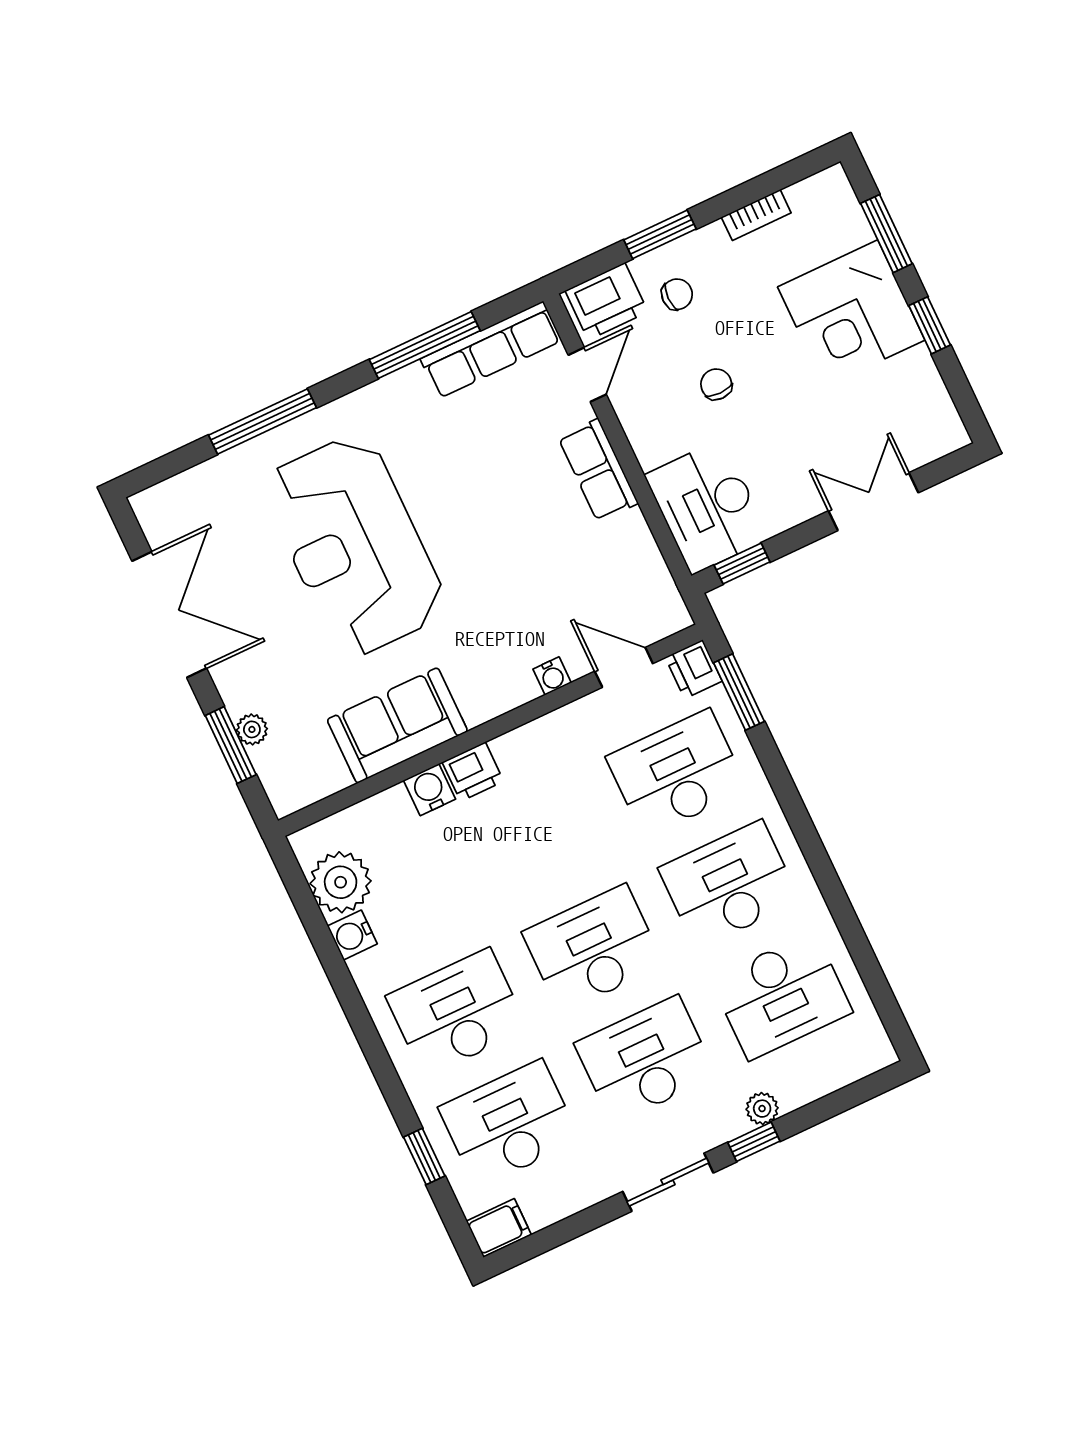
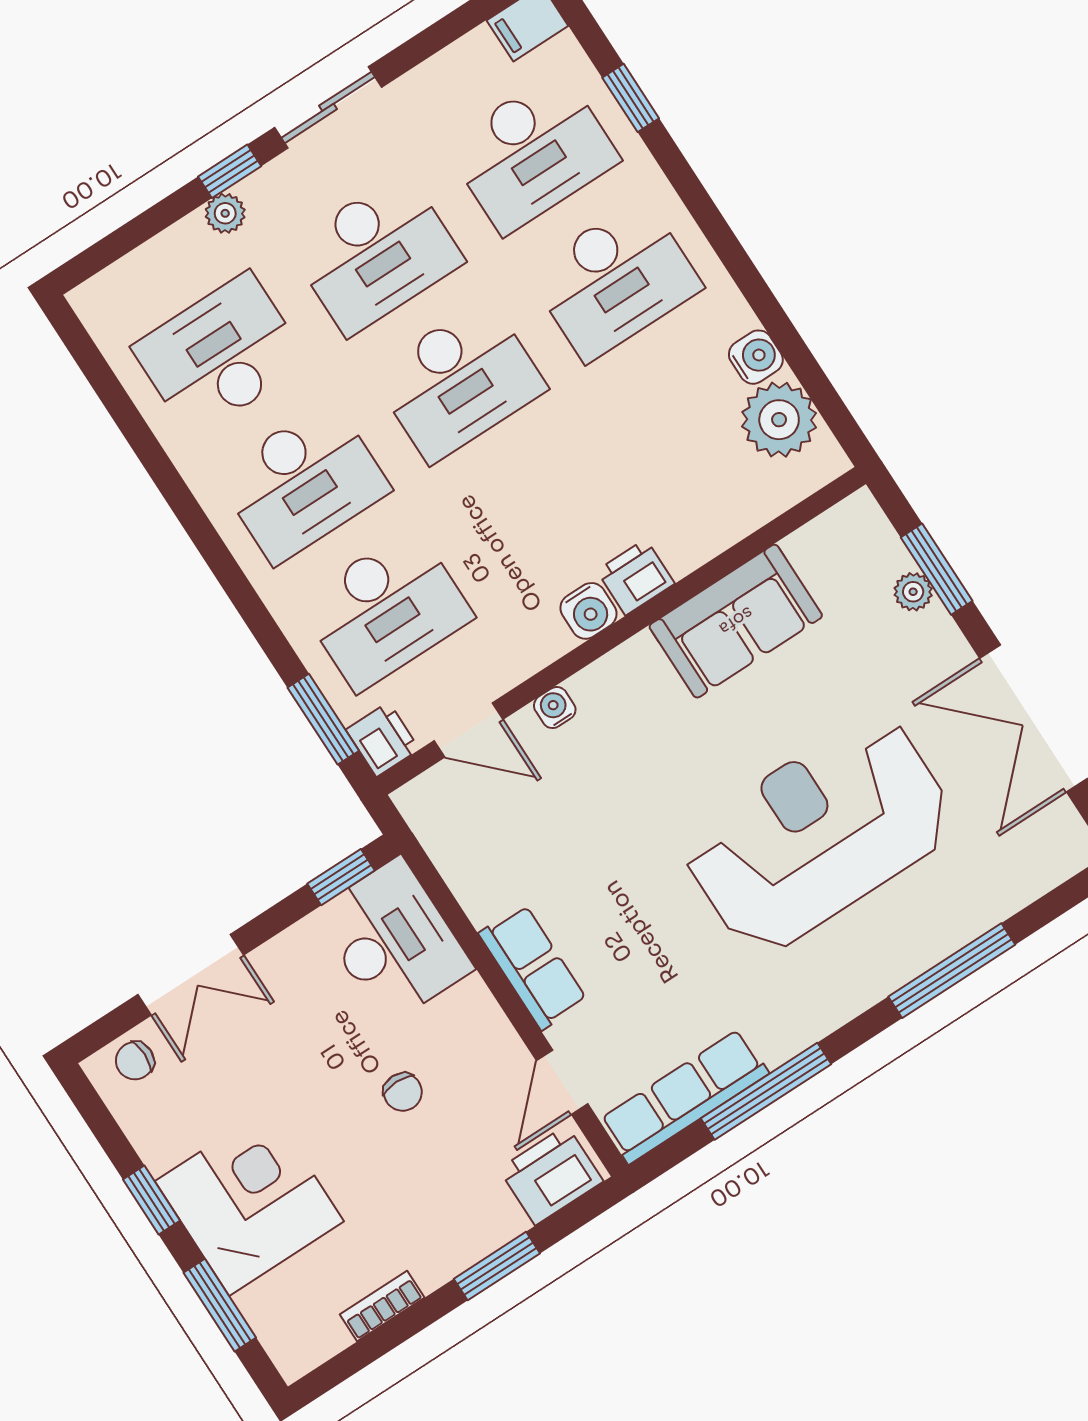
chair: (677, 294) -> (135, 1061), moved
reception desk: (354, 546) -> (819, 834), turned -90
water cooler: (430, 790) -> (588, 611), moved

